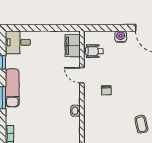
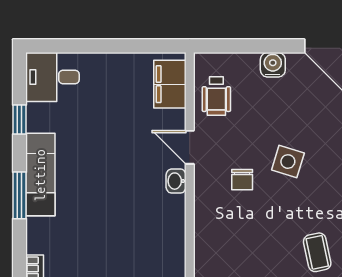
wheelchair: (94, 51) -> (216, 96), turned -90
side table: (128, 82) -> (288, 162), added
washbasin: (75, 111) -> (176, 181), moved

